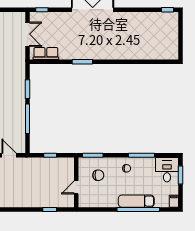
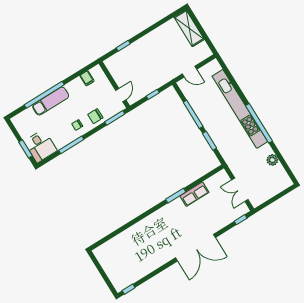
row of seats: (46, 53) -> (194, 194), moved
chair: (98, 175) -> (95, 116), moved
door: (76, 187) -> (121, 95), moved
filing cabinet: (174, 201) -> (87, 78), moved

